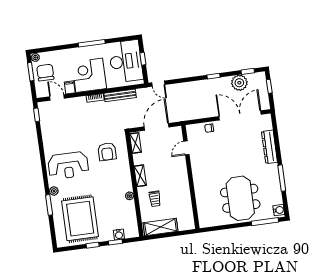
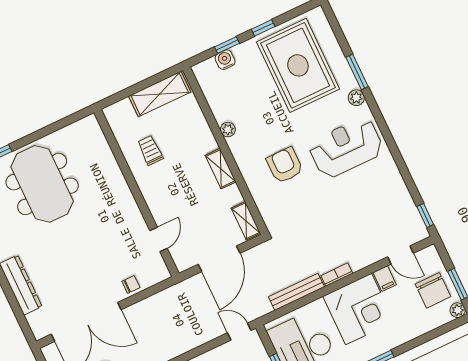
armchair: (107, 152) -> (285, 165), moved
trolley: (155, 199) -> (150, 150), moved

